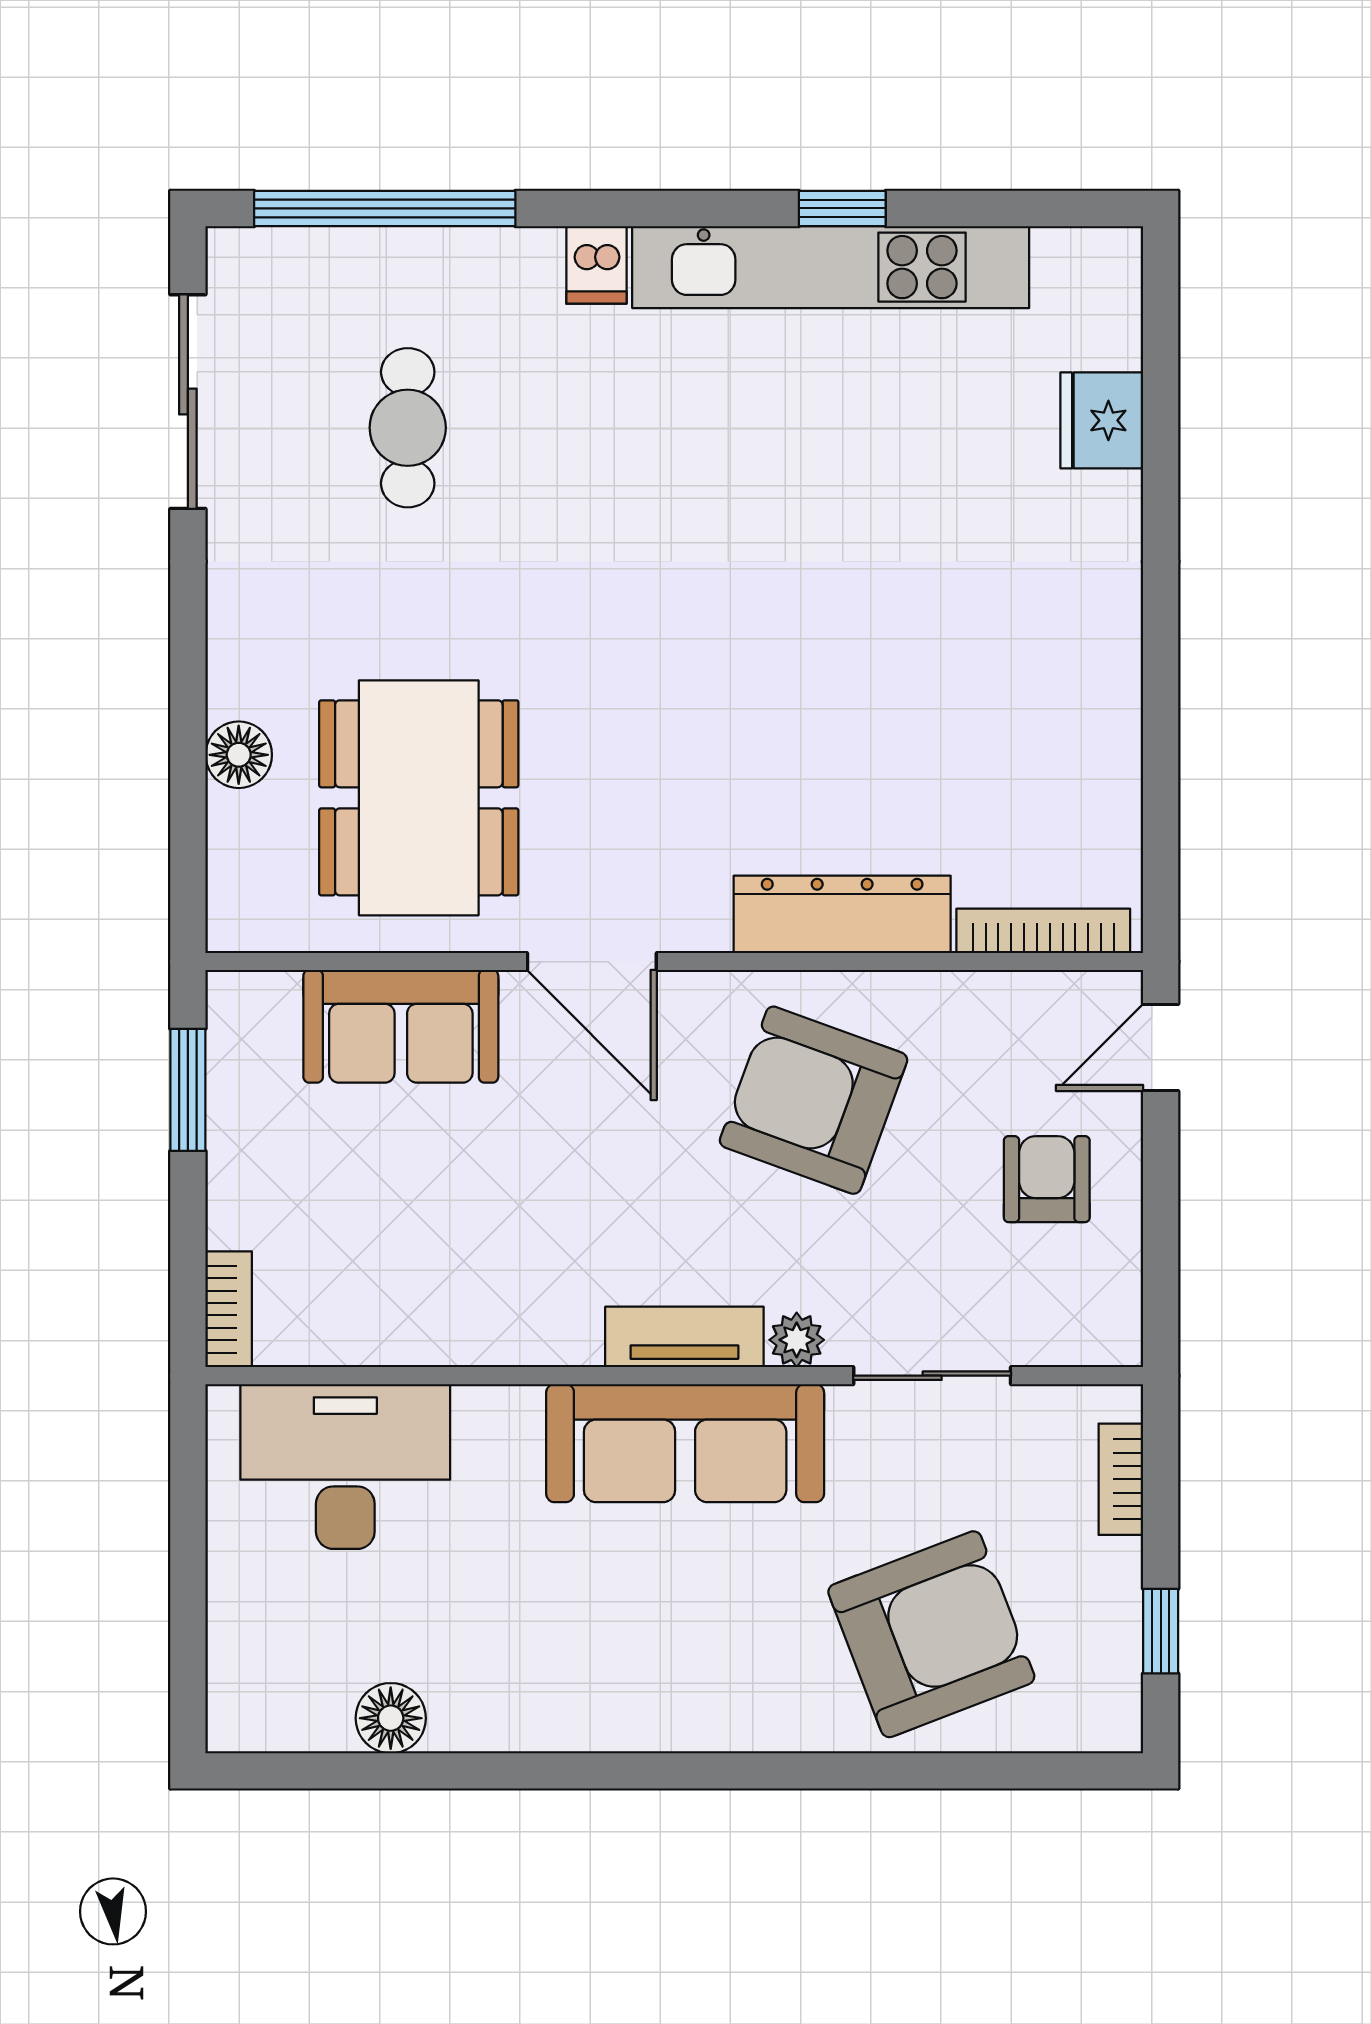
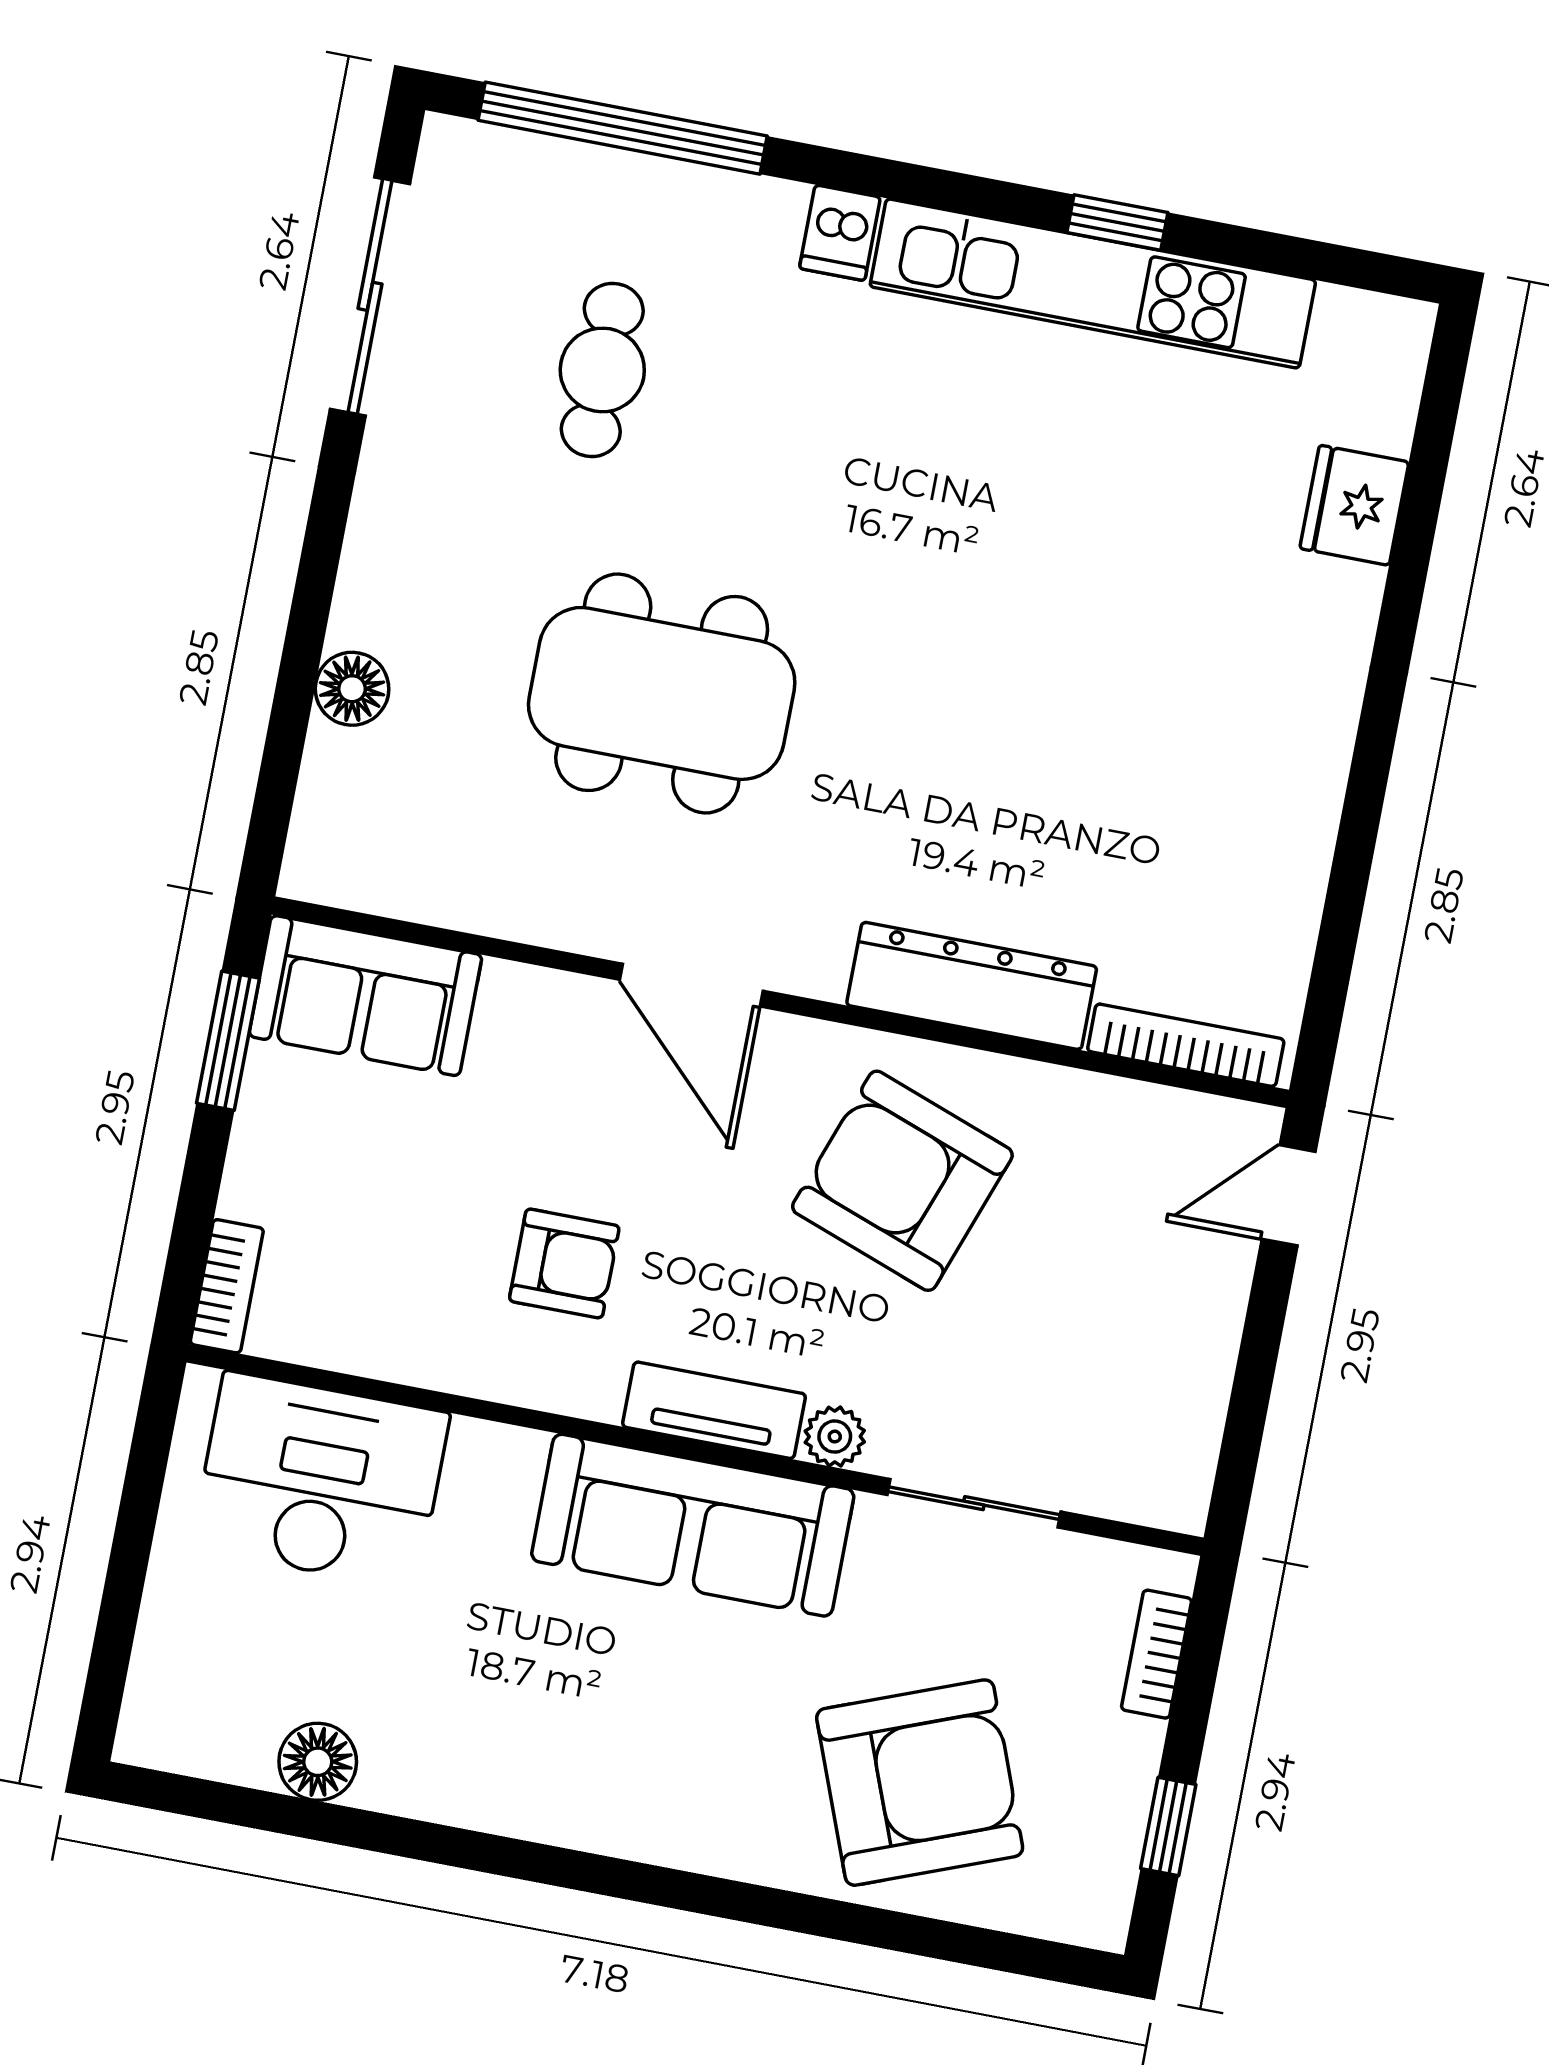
dining table: (419, 798) -> (662, 693), moved, turned 90
sofa: (401, 1026) -> (365, 996), moved
armchair: (1047, 1179) -> (564, 1263), moved, turned 90

